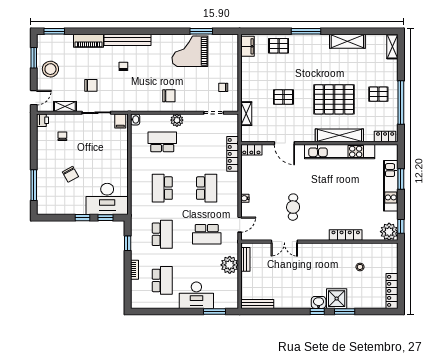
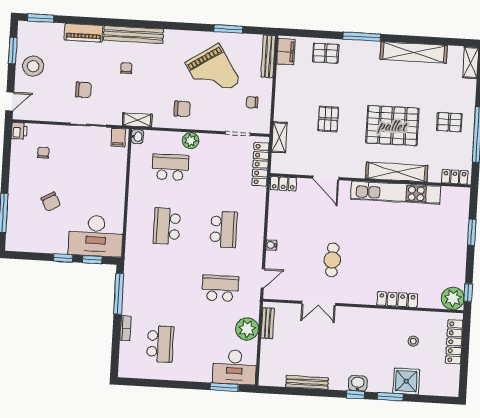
shelving: (347, 41) -> (414, 52), width x1.47
grand piano: (190, 51) -> (213, 72), moved, turned -123
bench: (234, 51) -> (268, 56), added
pallet: (283, 97) -> (328, 119), turned 90
shelving: (65, 106) -> (137, 120), moved
locker: (233, 154) -> (260, 164), moved
kitchen unit: (391, 186) -> (458, 240), removed
school desk: (162, 234) -> (163, 285), removed
school desk: (207, 234) -> (220, 288), turned 180
window: (128, 243) -> (119, 294), width x2.17
locker: (392, 291) -> (454, 342), moved
desk: (196, 295) -> (235, 367), moved
shower: (337, 299) -> (406, 381), moved
bench: (257, 304) -> (307, 382), moved

